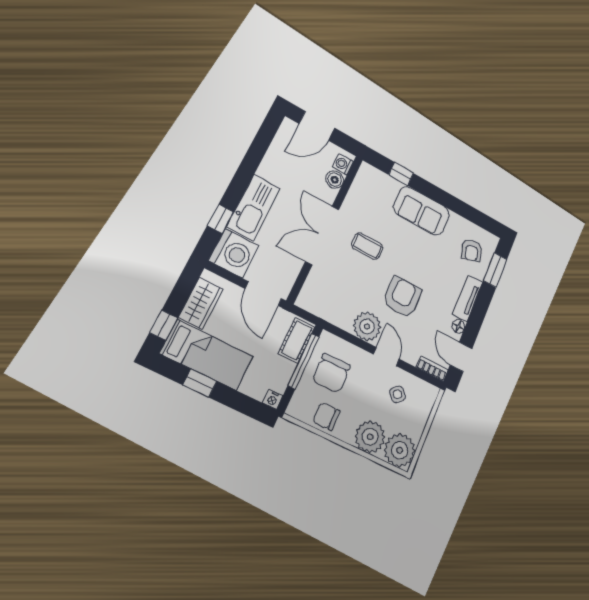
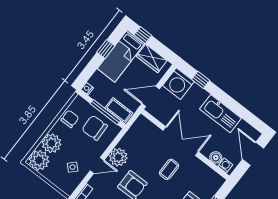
kitchen sink: (254, 208) -> (220, 114), moved

